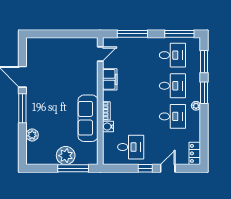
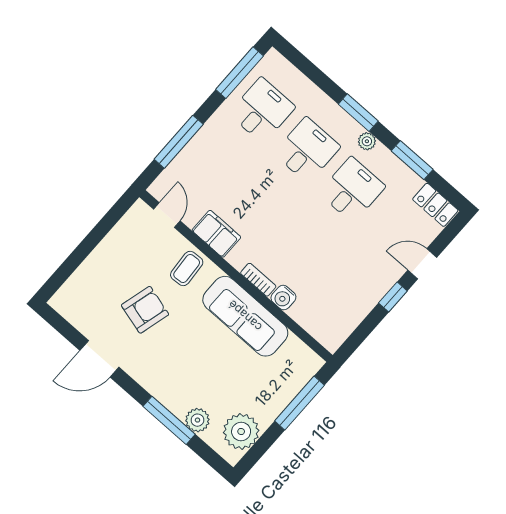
window: (204, 62) -> (412, 160), moved
armchair: (57, 78) -> (145, 310), added
coffee table: (86, 80) -> (187, 269), added
window: (22, 108) -> (169, 420), moved
desk: (131, 147) -> (343, 291), removed
plant: (66, 156) -> (241, 432), moved
door: (168, 168) -> (422, 264), hinge flipped

